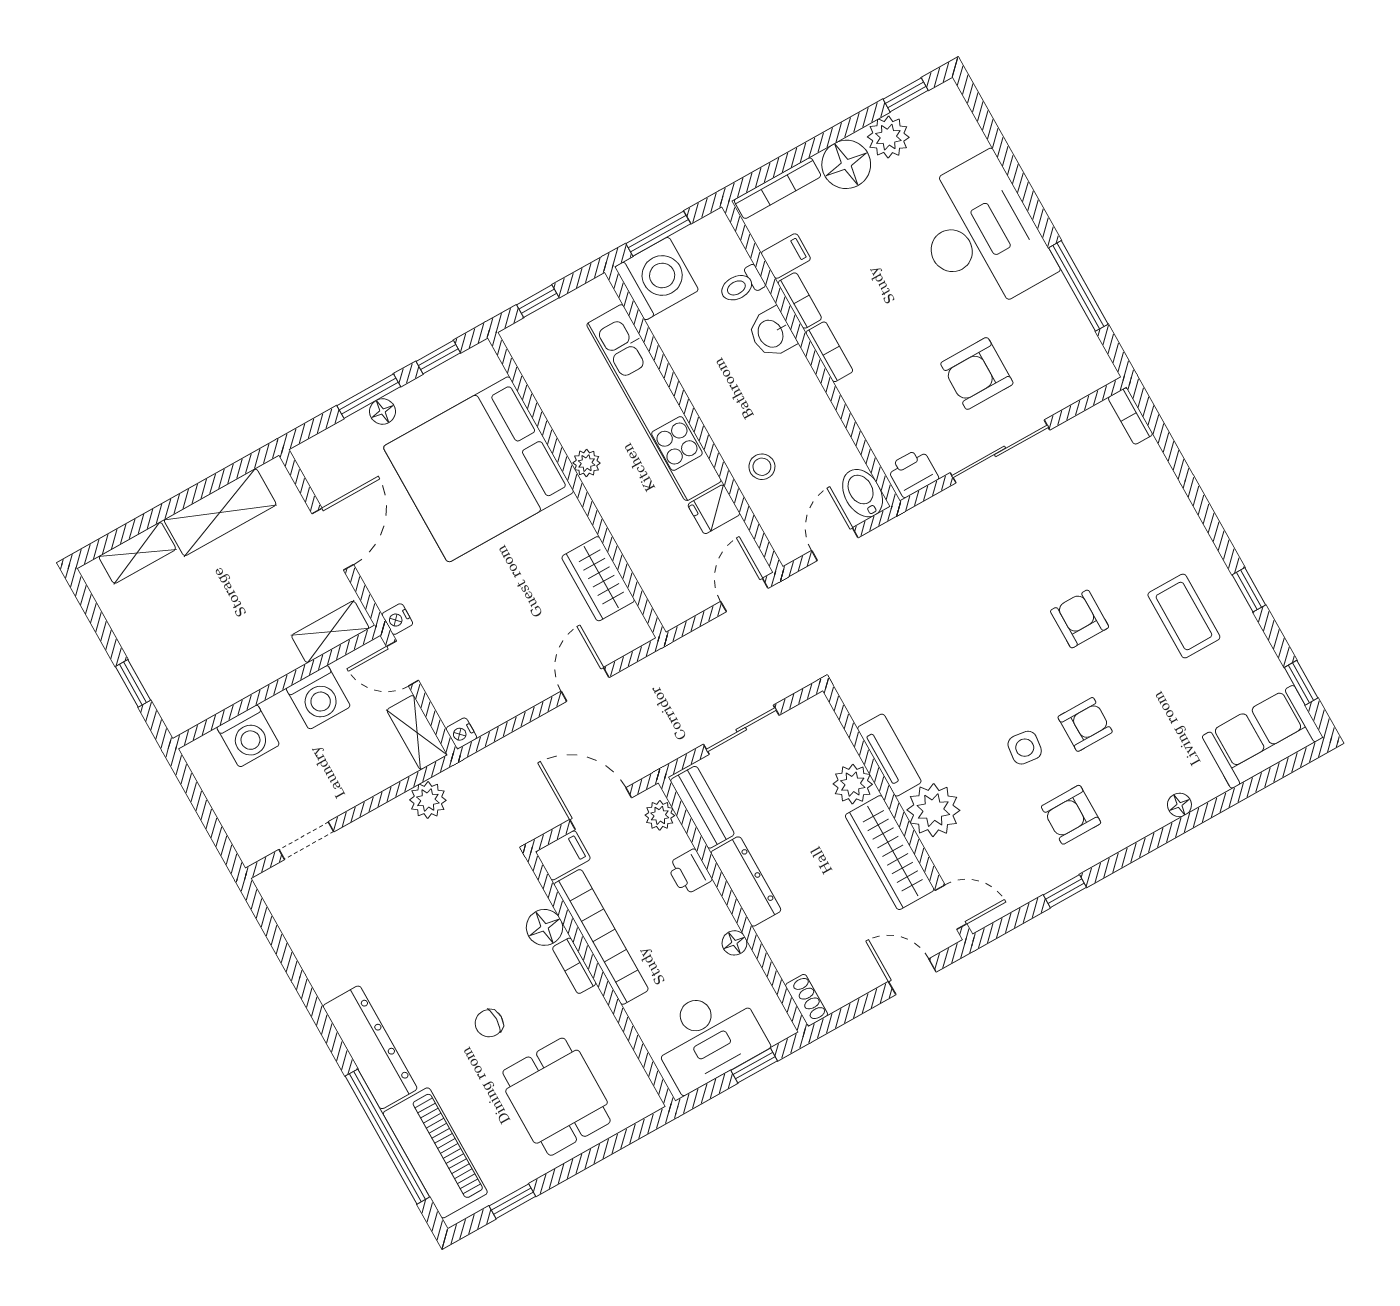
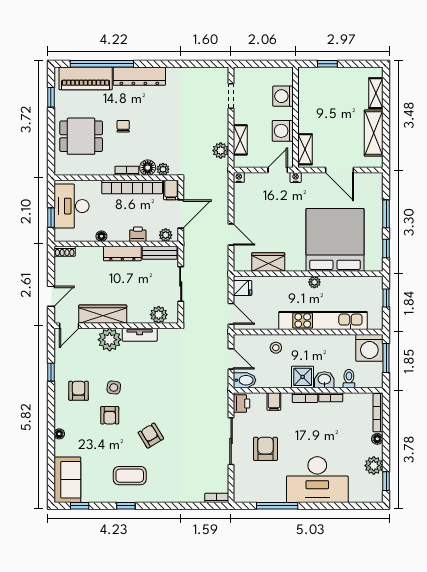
floor lamp: (846, 164) -> (377, 439), width x0.53, depth x0.53
filing cabinet: (786, 256) -> (274, 401), moved
shower: (791, 380) -> (303, 377), added
floor lamp: (383, 411) -> (377, 216), removed
fridge: (714, 509) -> (243, 288), moved, turned 90
armchair: (1080, 619) -> (151, 436), turned -121
shelving: (417, 732) -> (240, 140), moved, turned 90
plant: (853, 784) -> (159, 315), moved
plant: (531, 895) -> (163, 169), added

